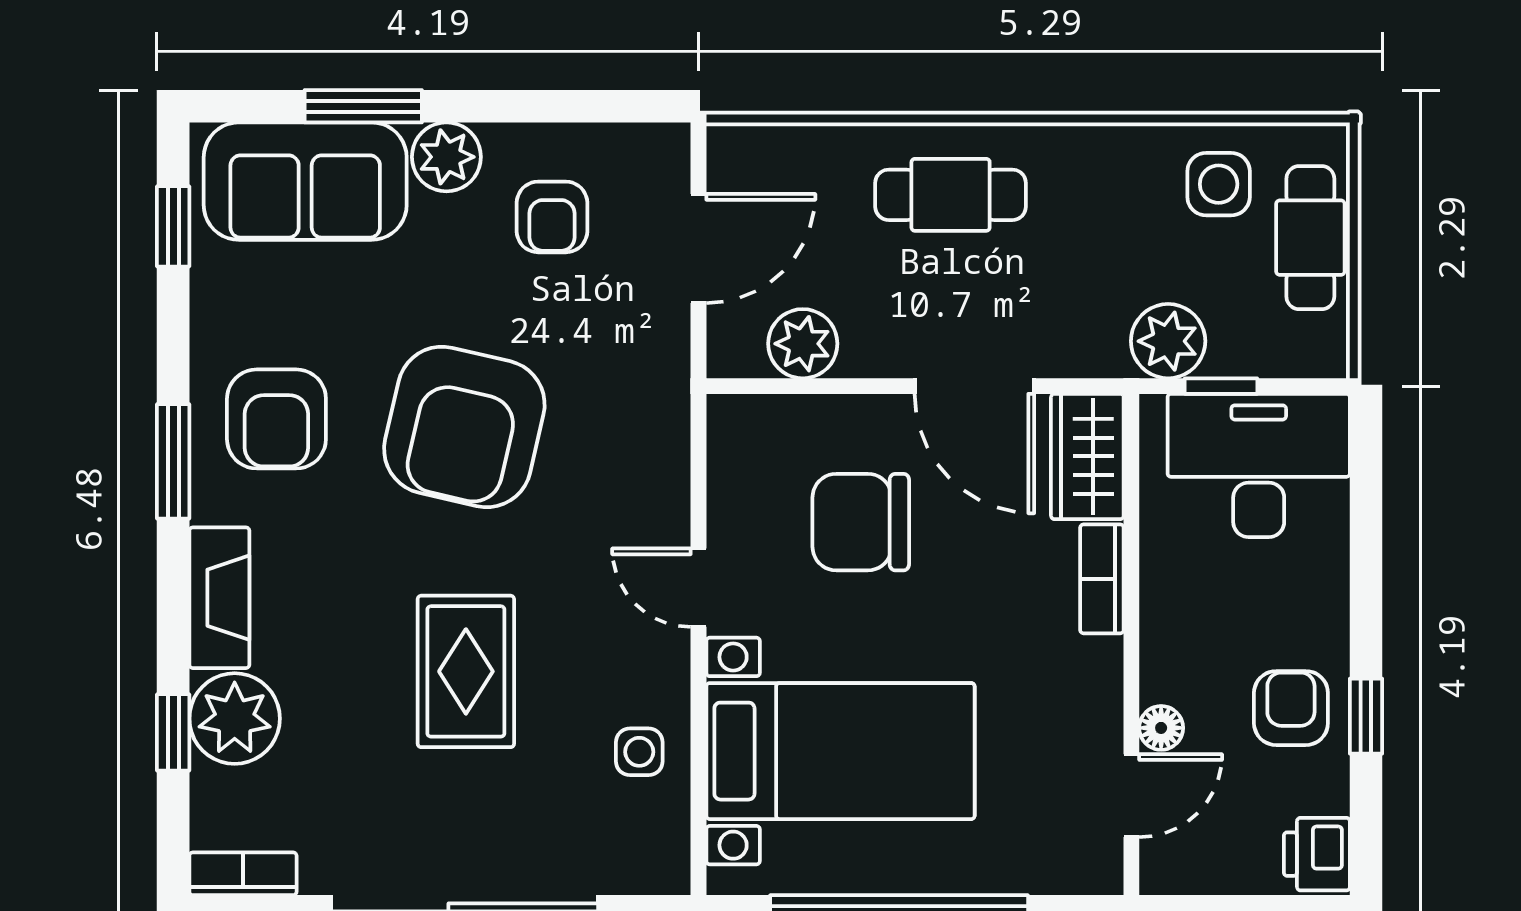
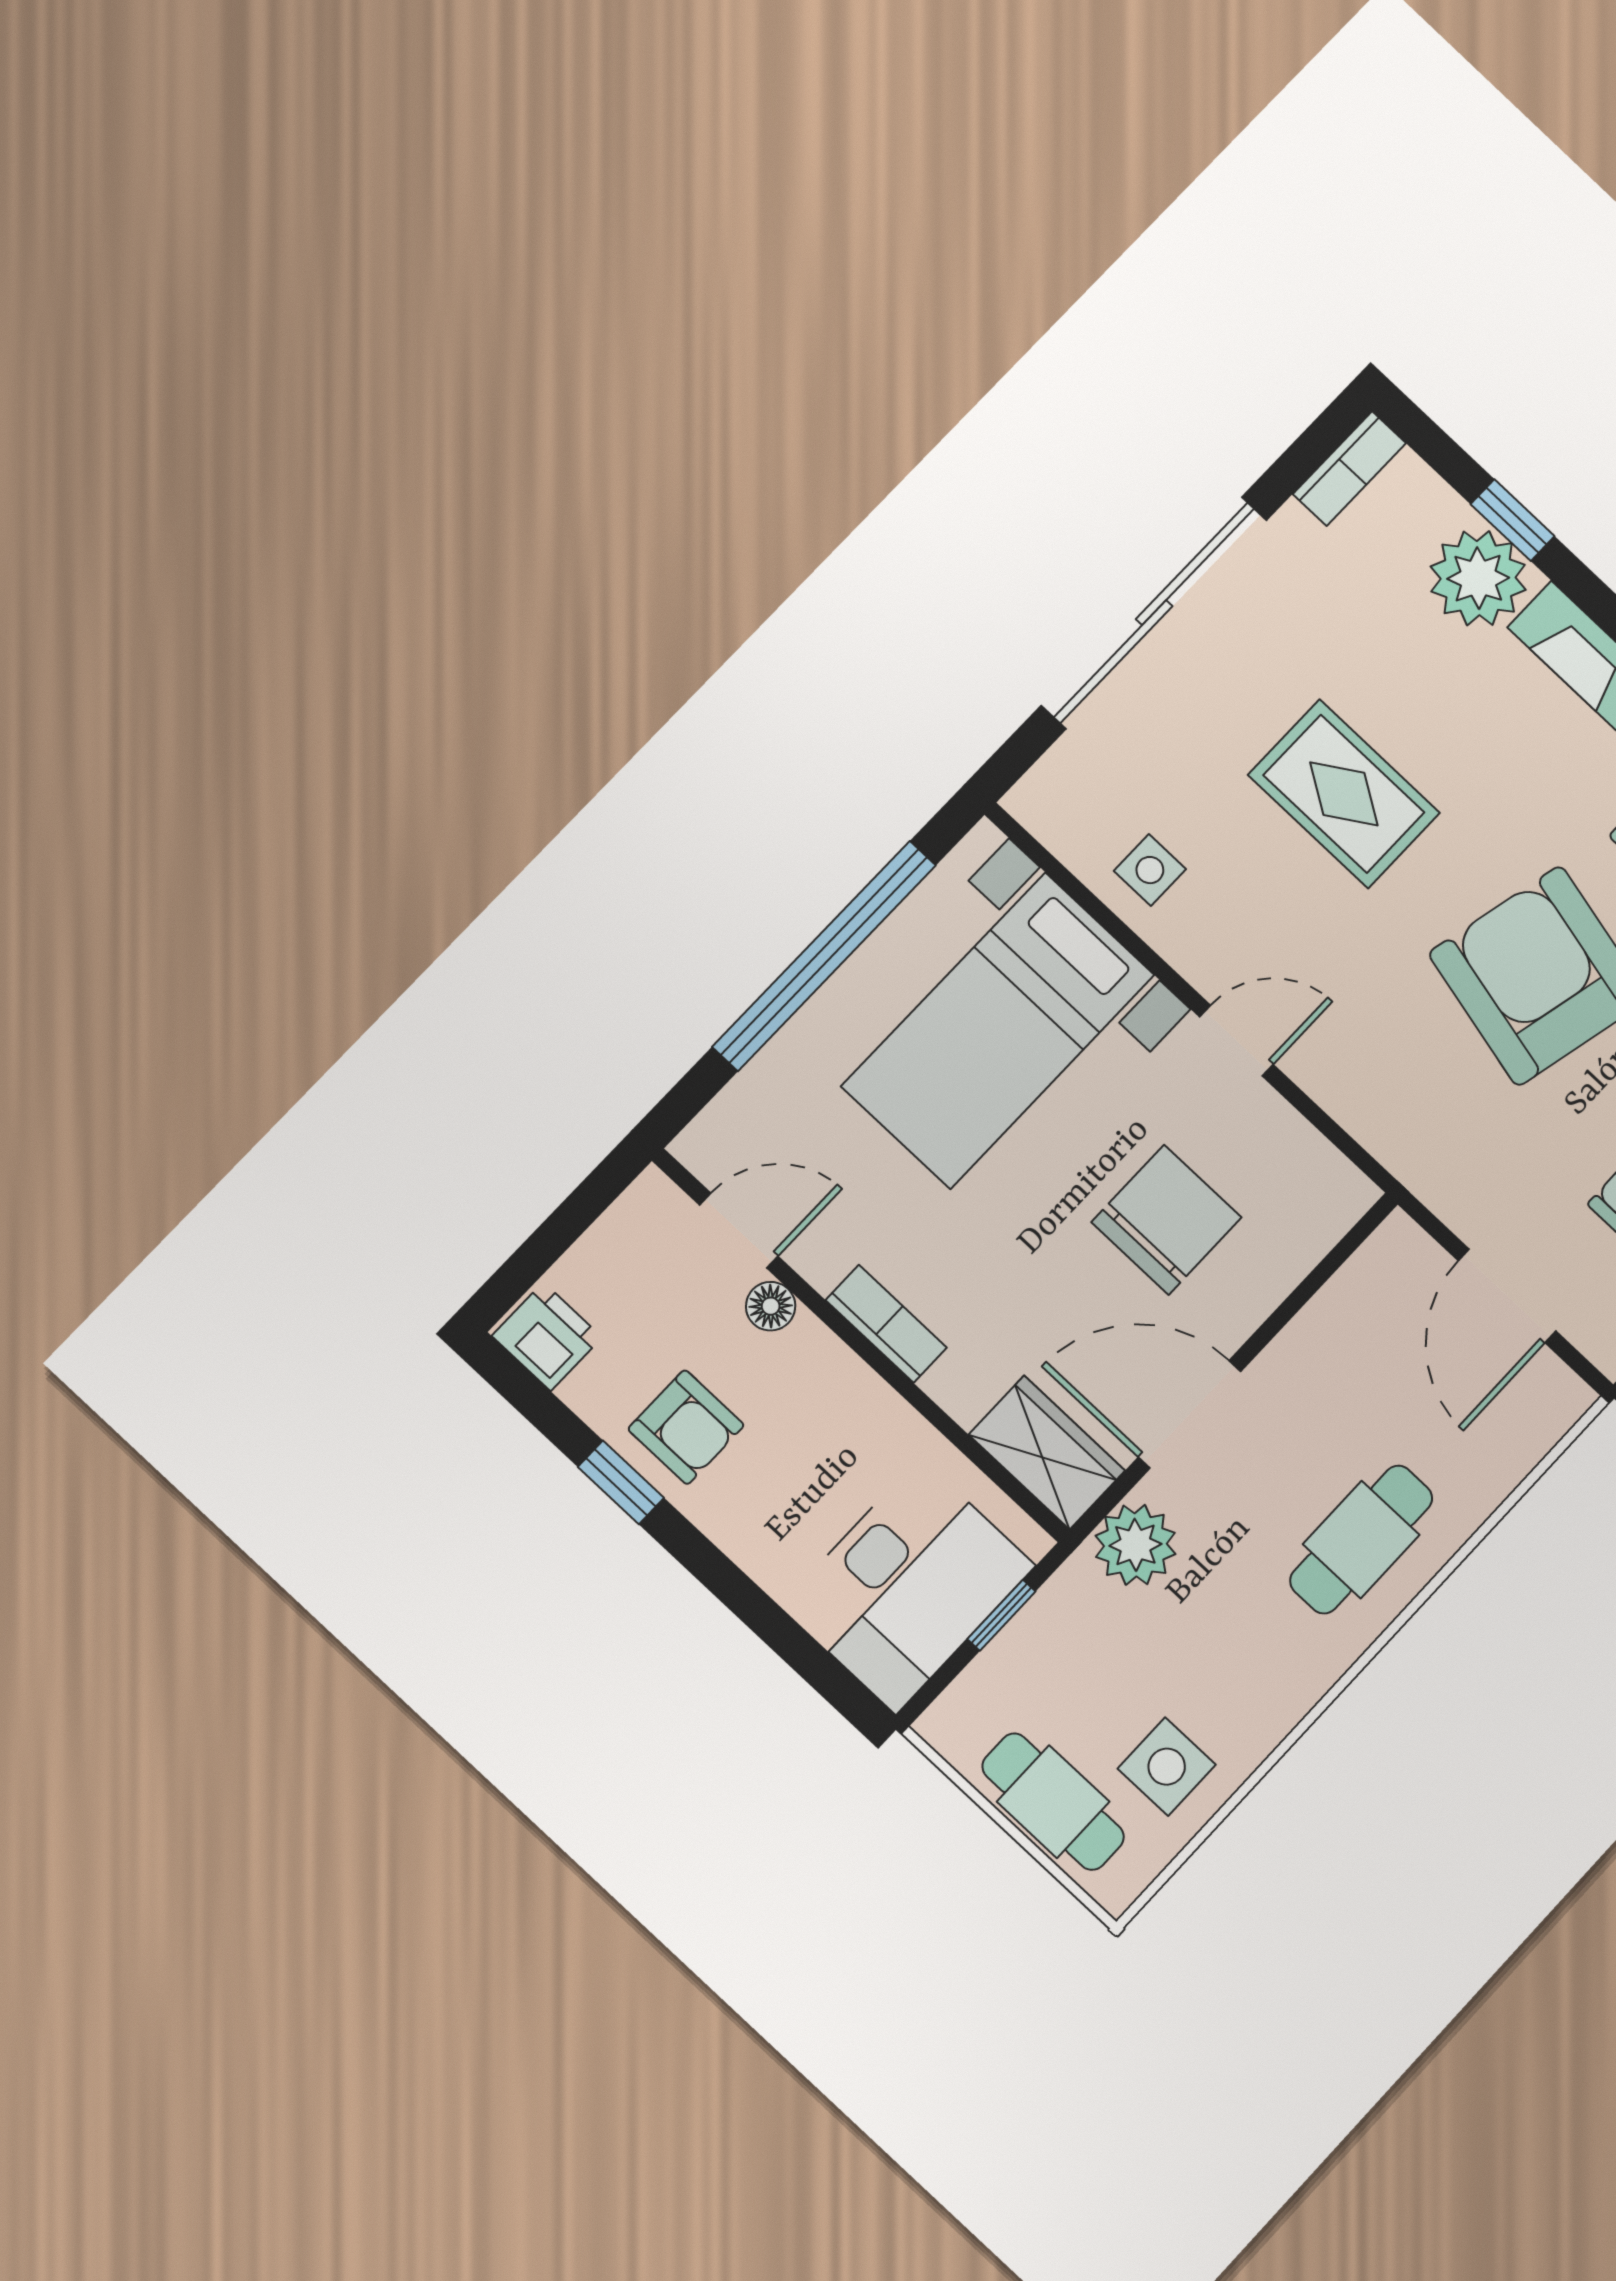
plant: (1168, 341) -> (1135, 1545), moved
plant: (803, 344) -> (1353, 1308), removed
bookcase: (1102, 579) -> (886, 1324), moved
door: (1131, 796) -> (739, 1231), swing flipped

